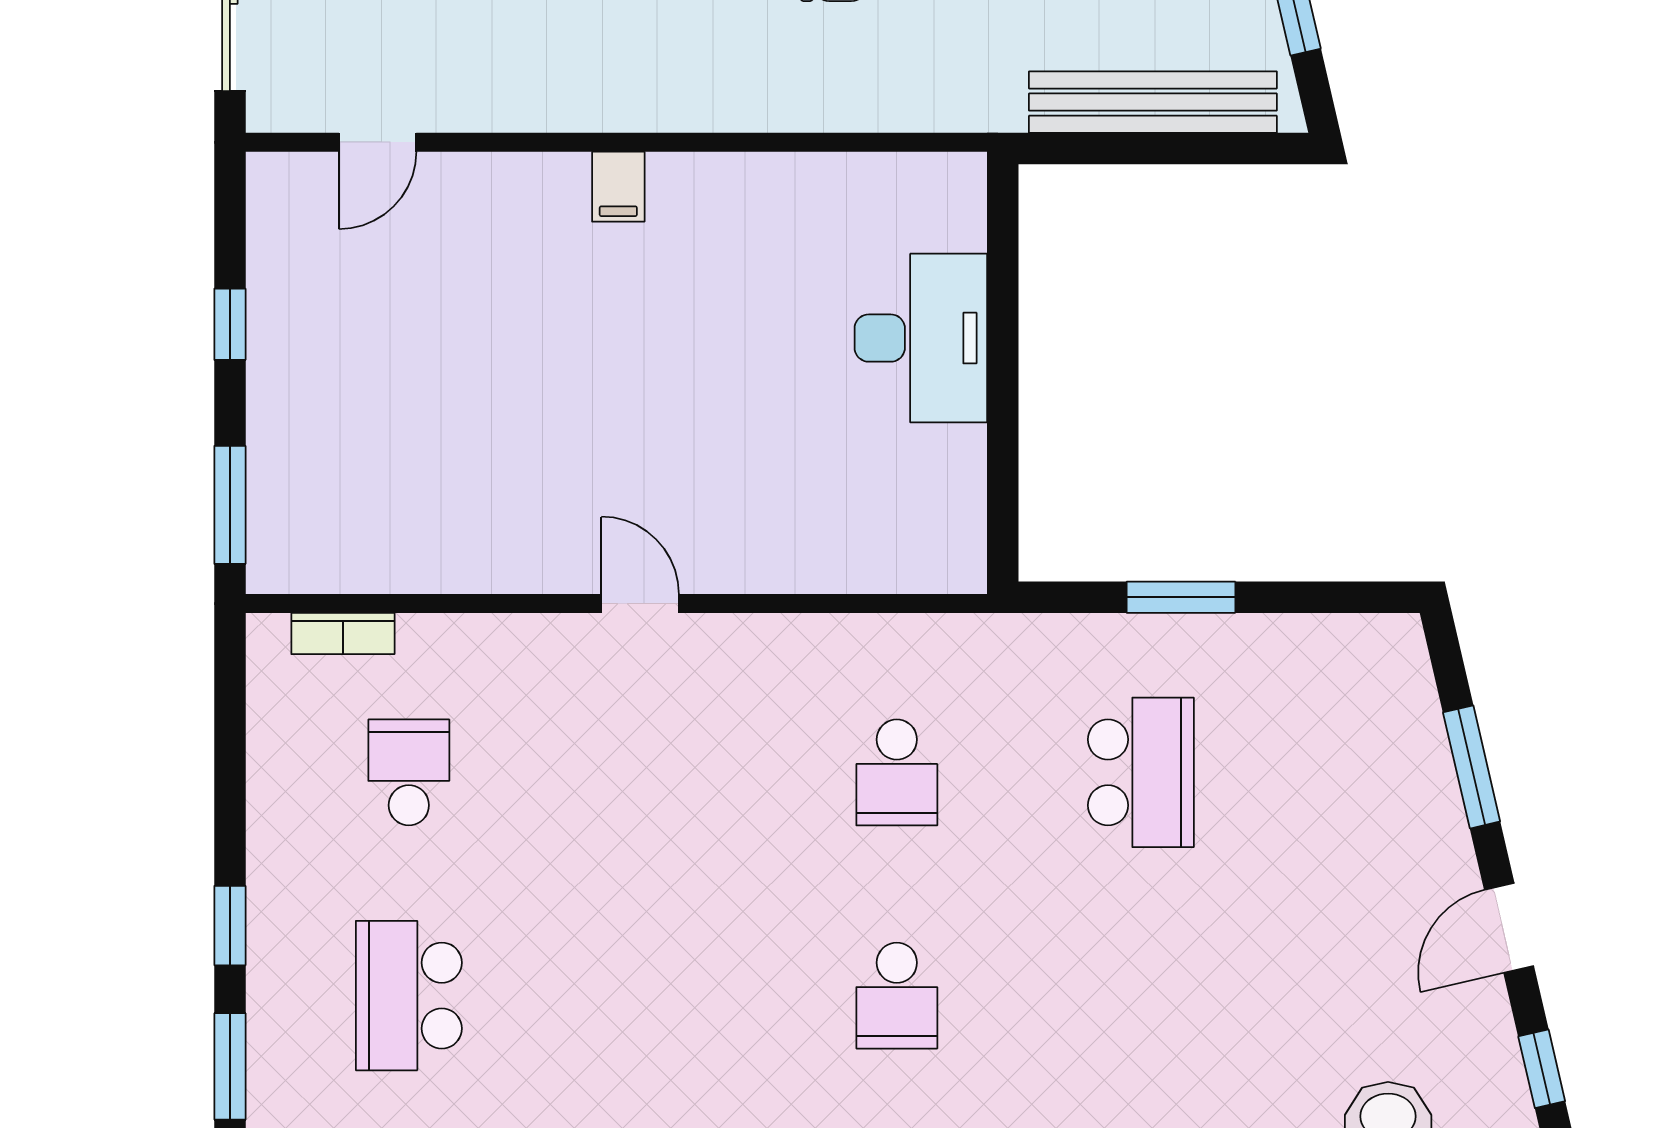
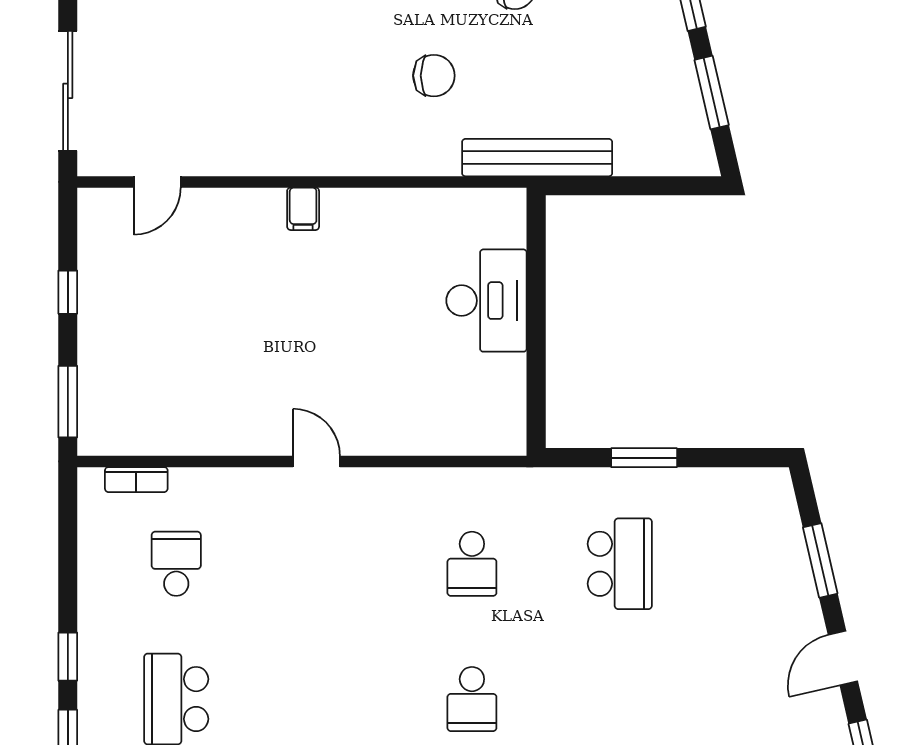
bench: (1153, 102) -> (537, 158), moved

